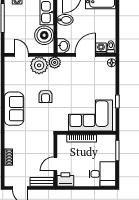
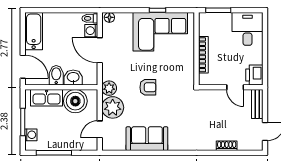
washbasin: (63, 46) -> (73, 77), moved
armchair: (46, 96) -> (148, 87), moved
sofa: (14, 109) -> (147, 139), moved
corner sofa: (90, 116) -> (160, 32), moved, turned -90

